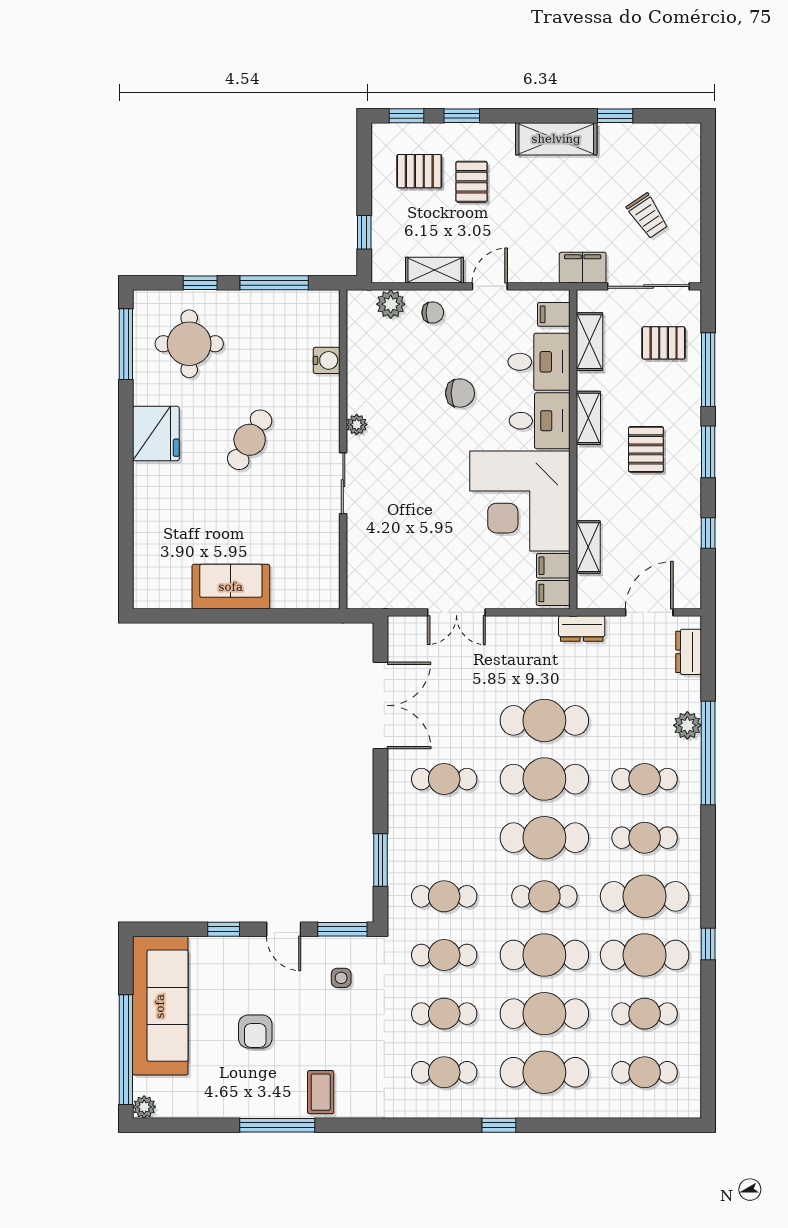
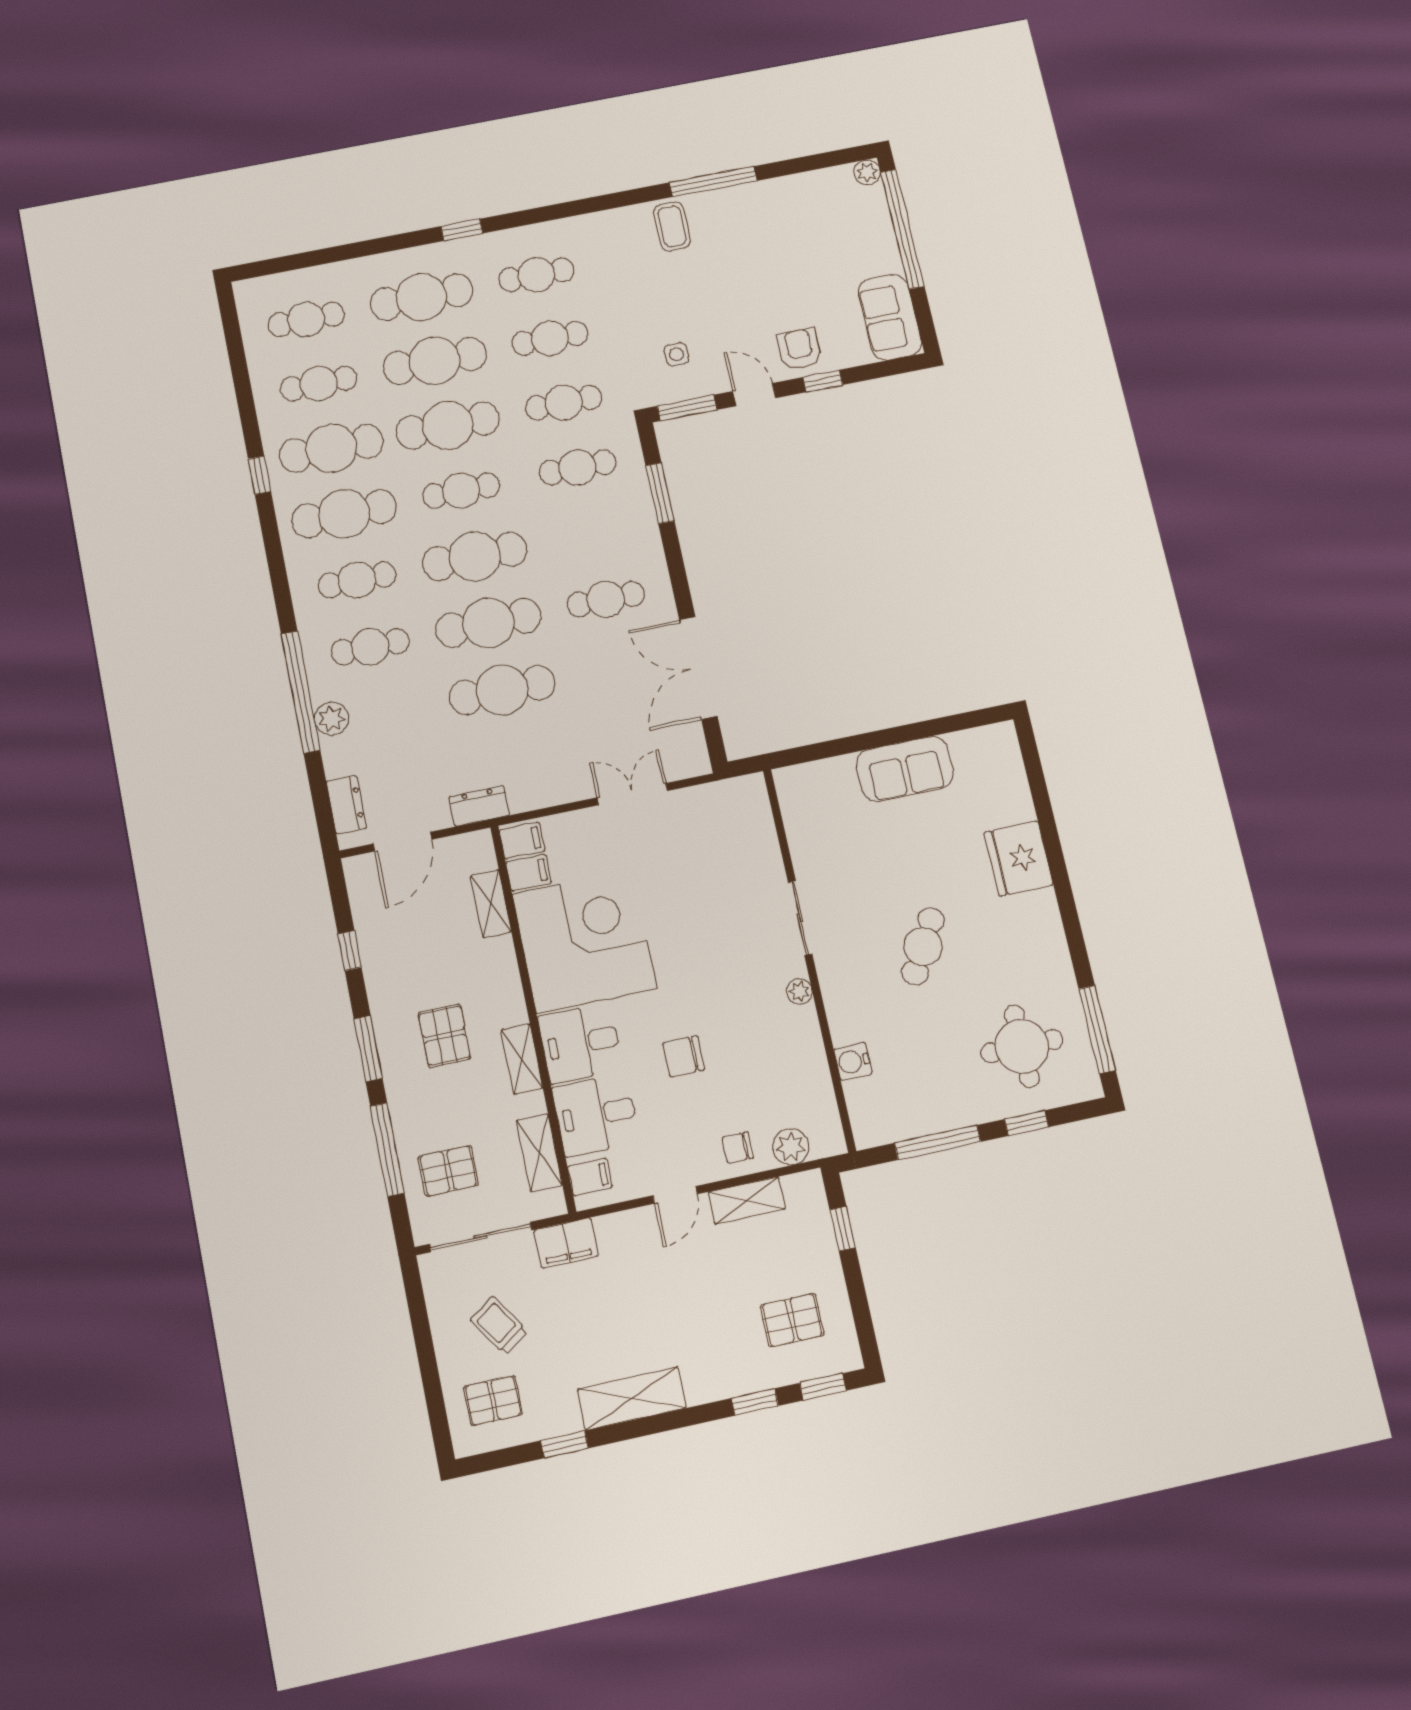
pallet: (471, 182) -> (493, 1401), moved, turned 90
fridge: (156, 434) -> (1019, 859), moved
sofa: (160, 1006) -> (890, 317), width x0.54, depth x0.79
armchair: (255, 1031) -> (800, 349), moved

